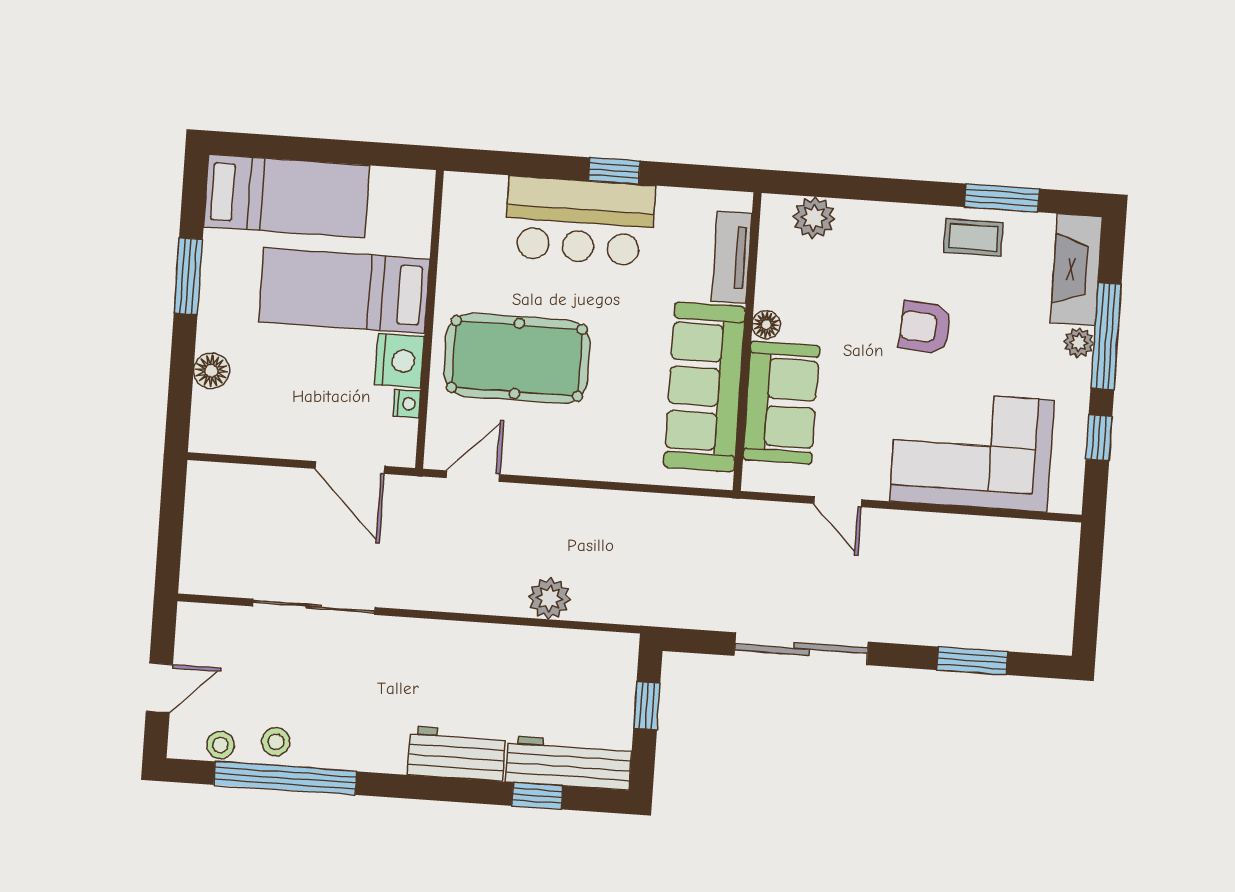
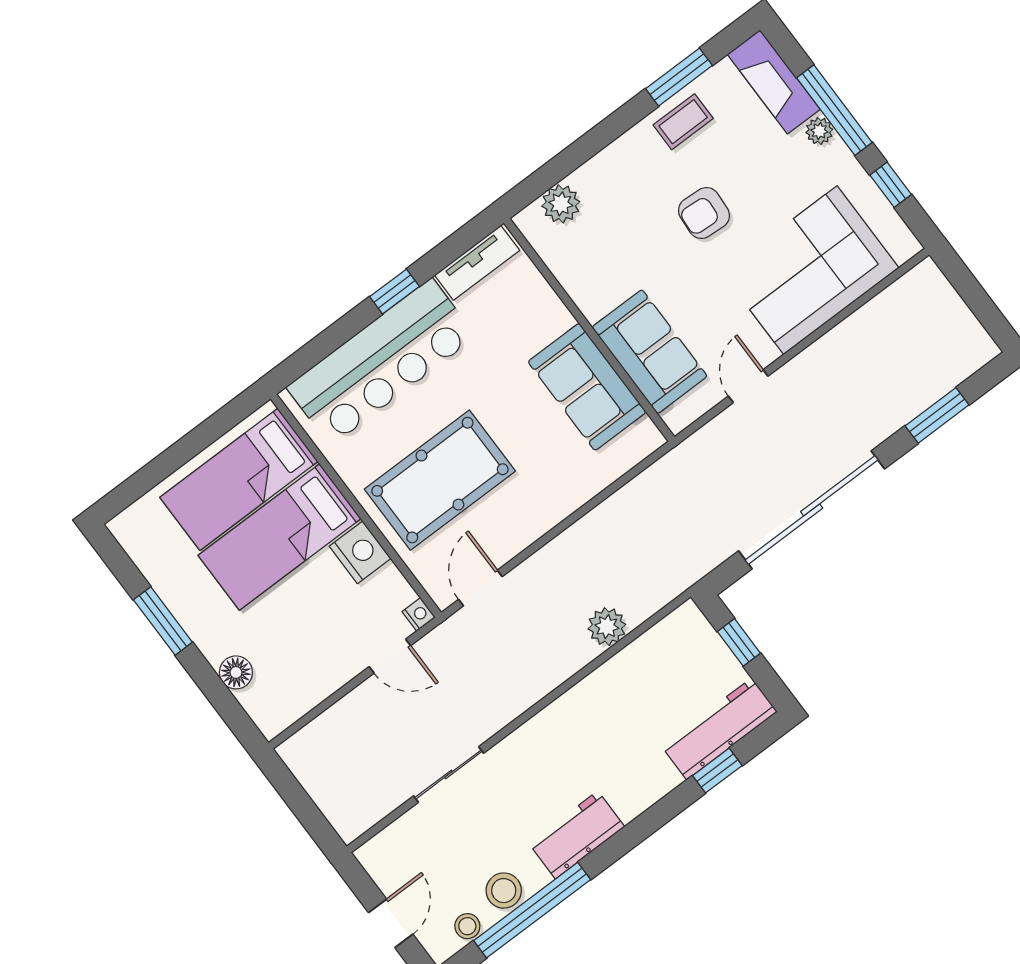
bed: (287, 196) -> (239, 479), moved, turned 180
bar counter: (580, 221) -> (381, 362), width x1.36
tv unit: (732, 257) -> (477, 263), moved, turned -90
floor lamp: (766, 325) -> (592, 307), removed
sofa: (705, 387) -> (587, 387), width x0.73
nightstand: (407, 404) -> (419, 614), moved
door: (350, 467) -> (390, 656), width x0.73
door: (838, 502) -> (748, 386), swing flipped
sliding door: (313, 607) -> (449, 774), width x0.73
sliding door: (801, 649) -> (812, 510), width x1.36
stool: (276, 742) -> (504, 891), width x1.37, depth x1.37
workbench: (457, 754) -> (577, 835), moved

